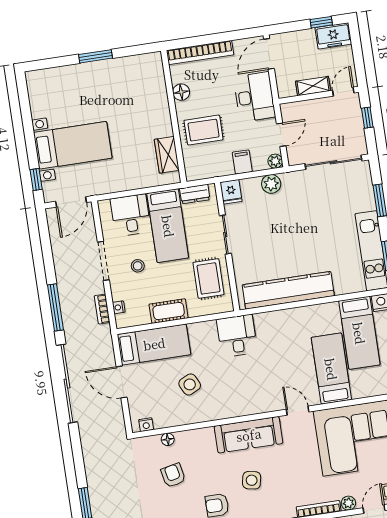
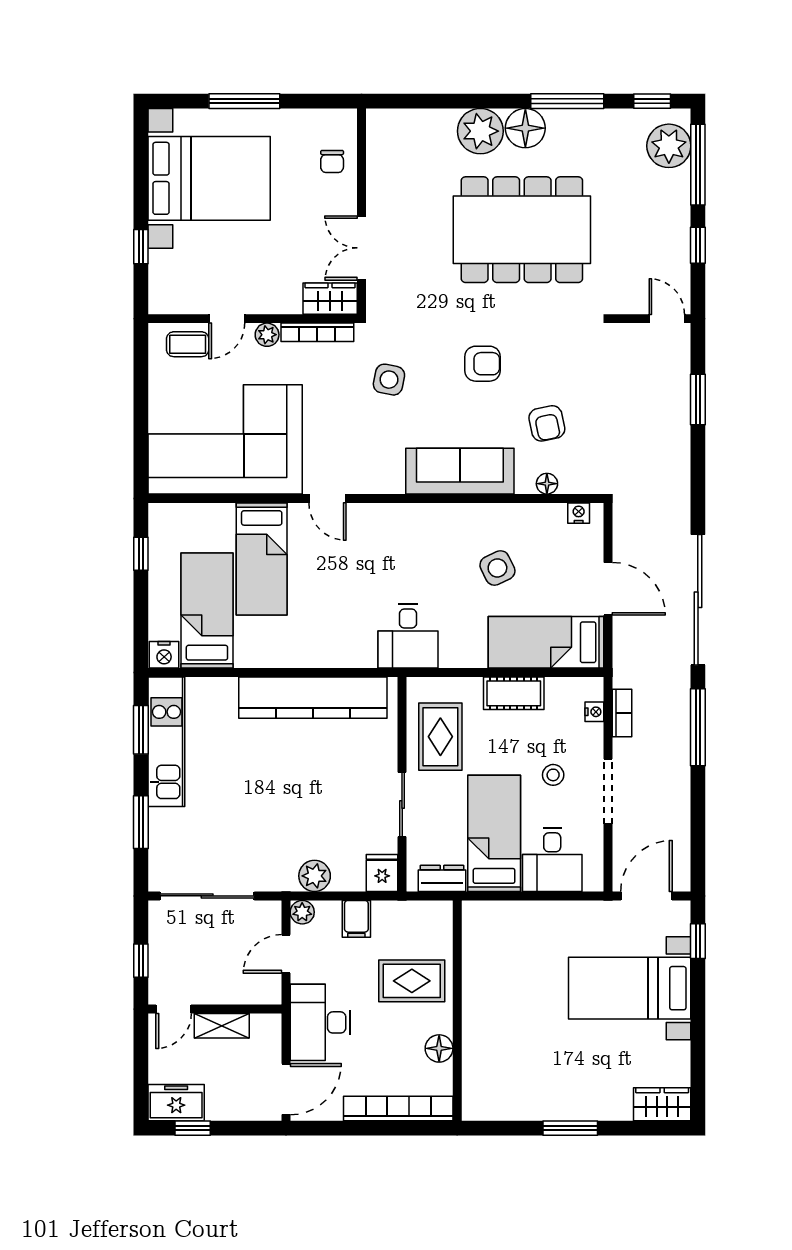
wardrobe: (167, 155) -> (662, 1104), moved, turned -90
sofa: (249, 435) -> (460, 471), moved
side table: (252, 480) -> (389, 380), moved

